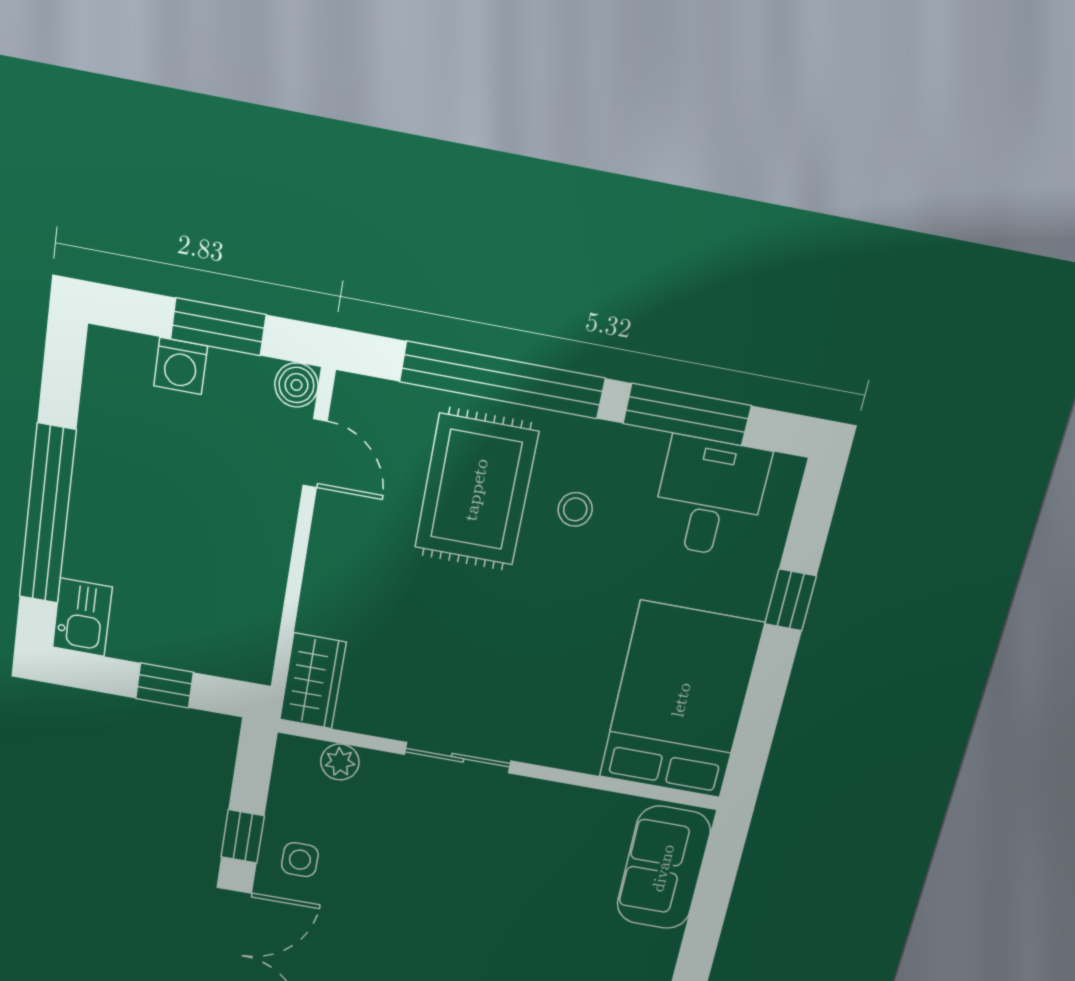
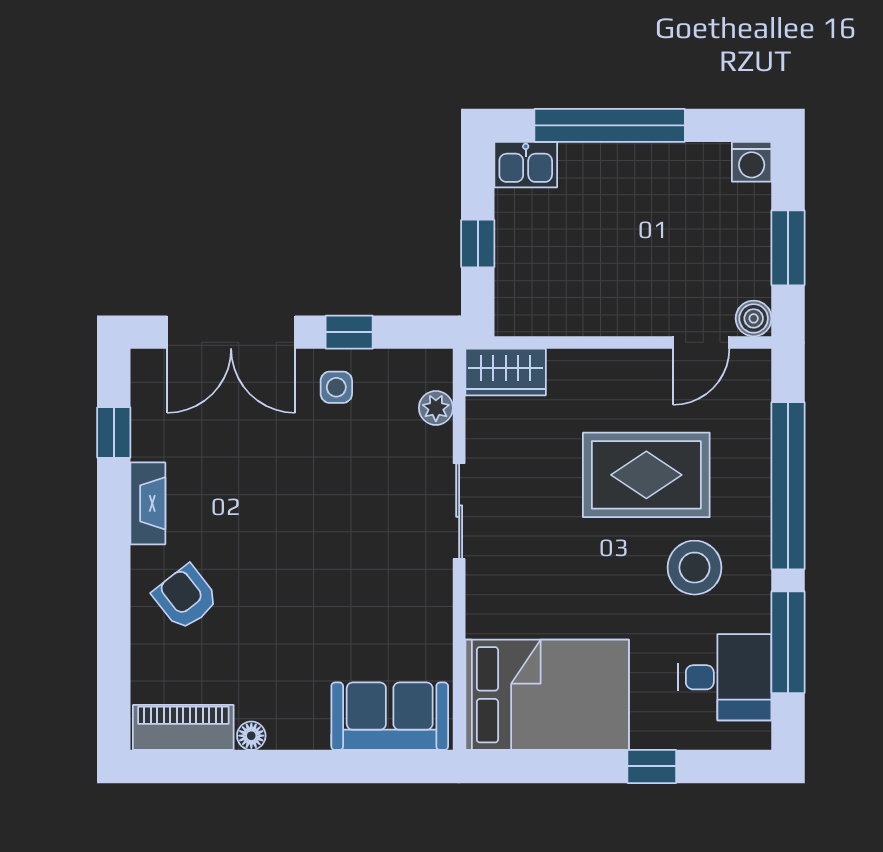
washing machine: (181, 366) -> (752, 162), moved, turned -90
rug: (476, 490) -> (646, 475), moved
stool: (575, 509) -> (695, 568), width x1.89, depth x1.89

